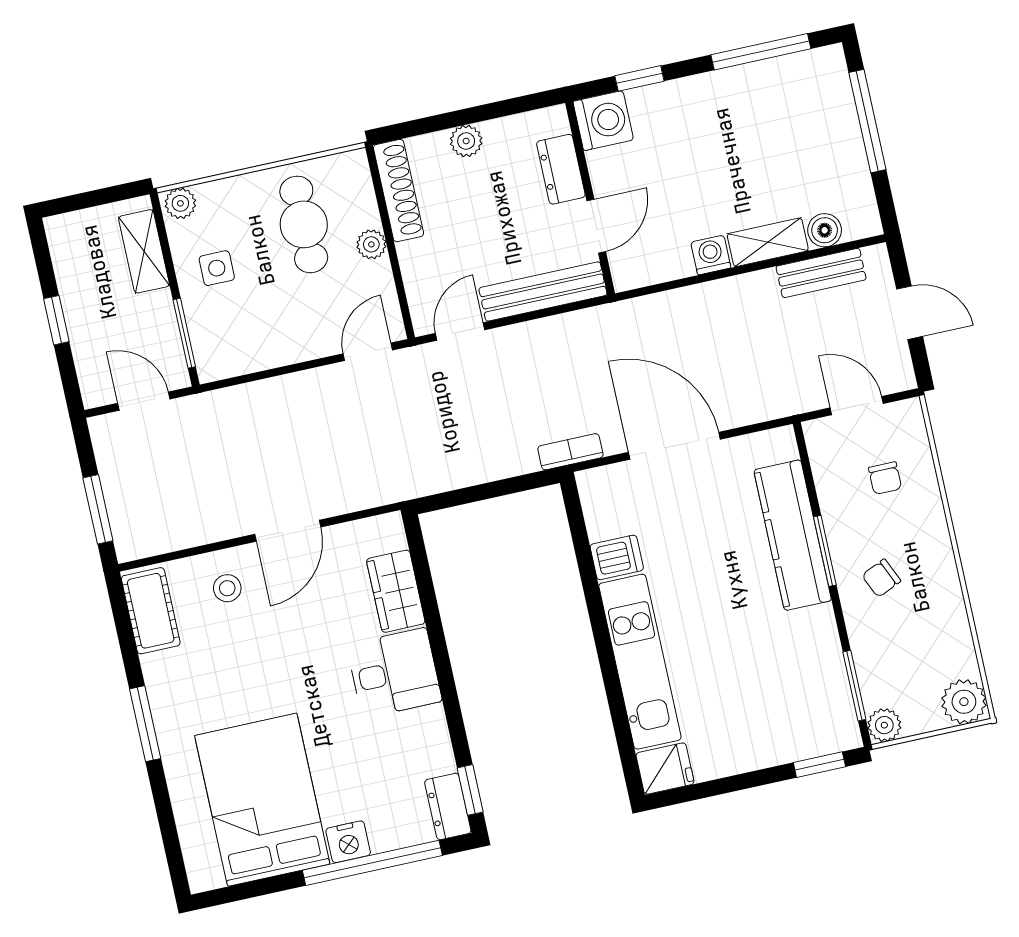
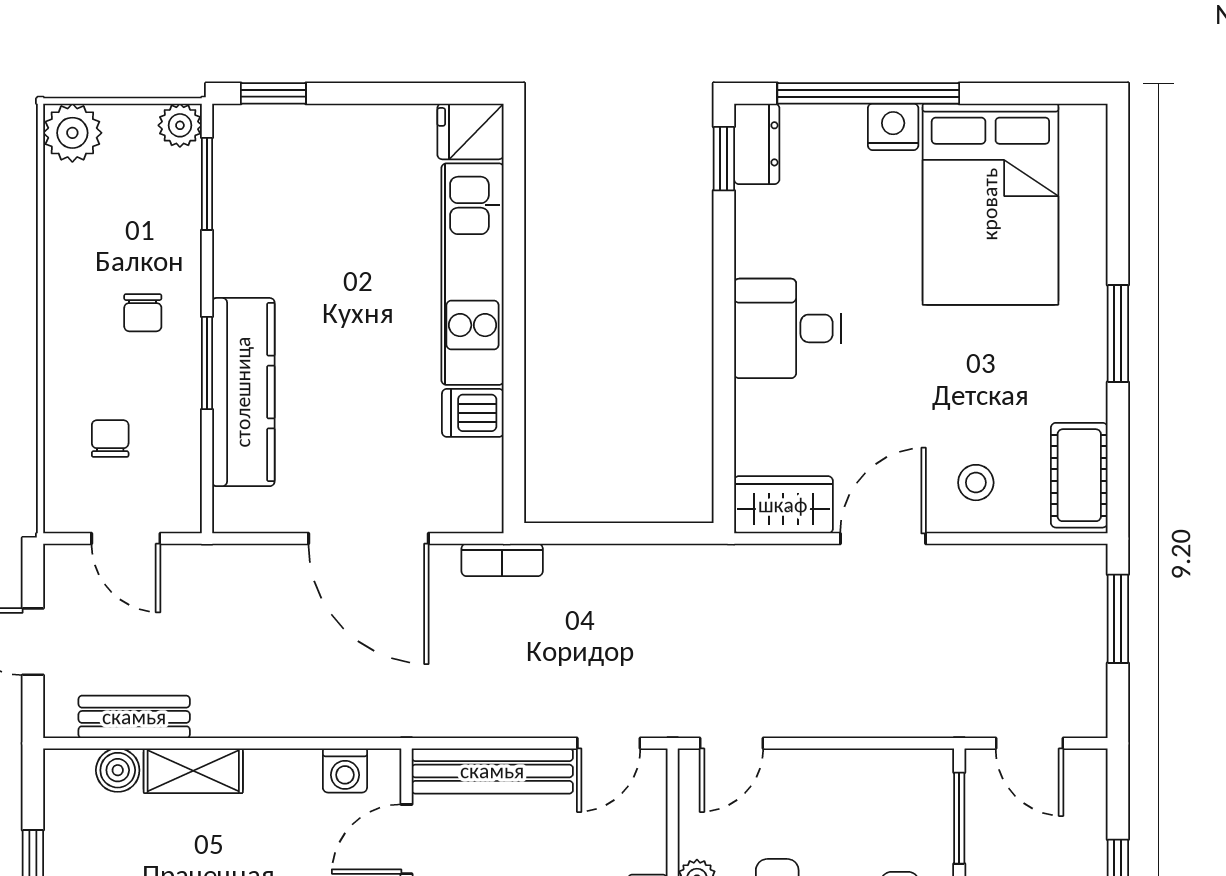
washing machine: (711, 255) -> (345, 770), moved
chair: (881, 578) -> (143, 313), turned 114
wardrobe: (396, 591) -> (783, 505), moved, turned -90

